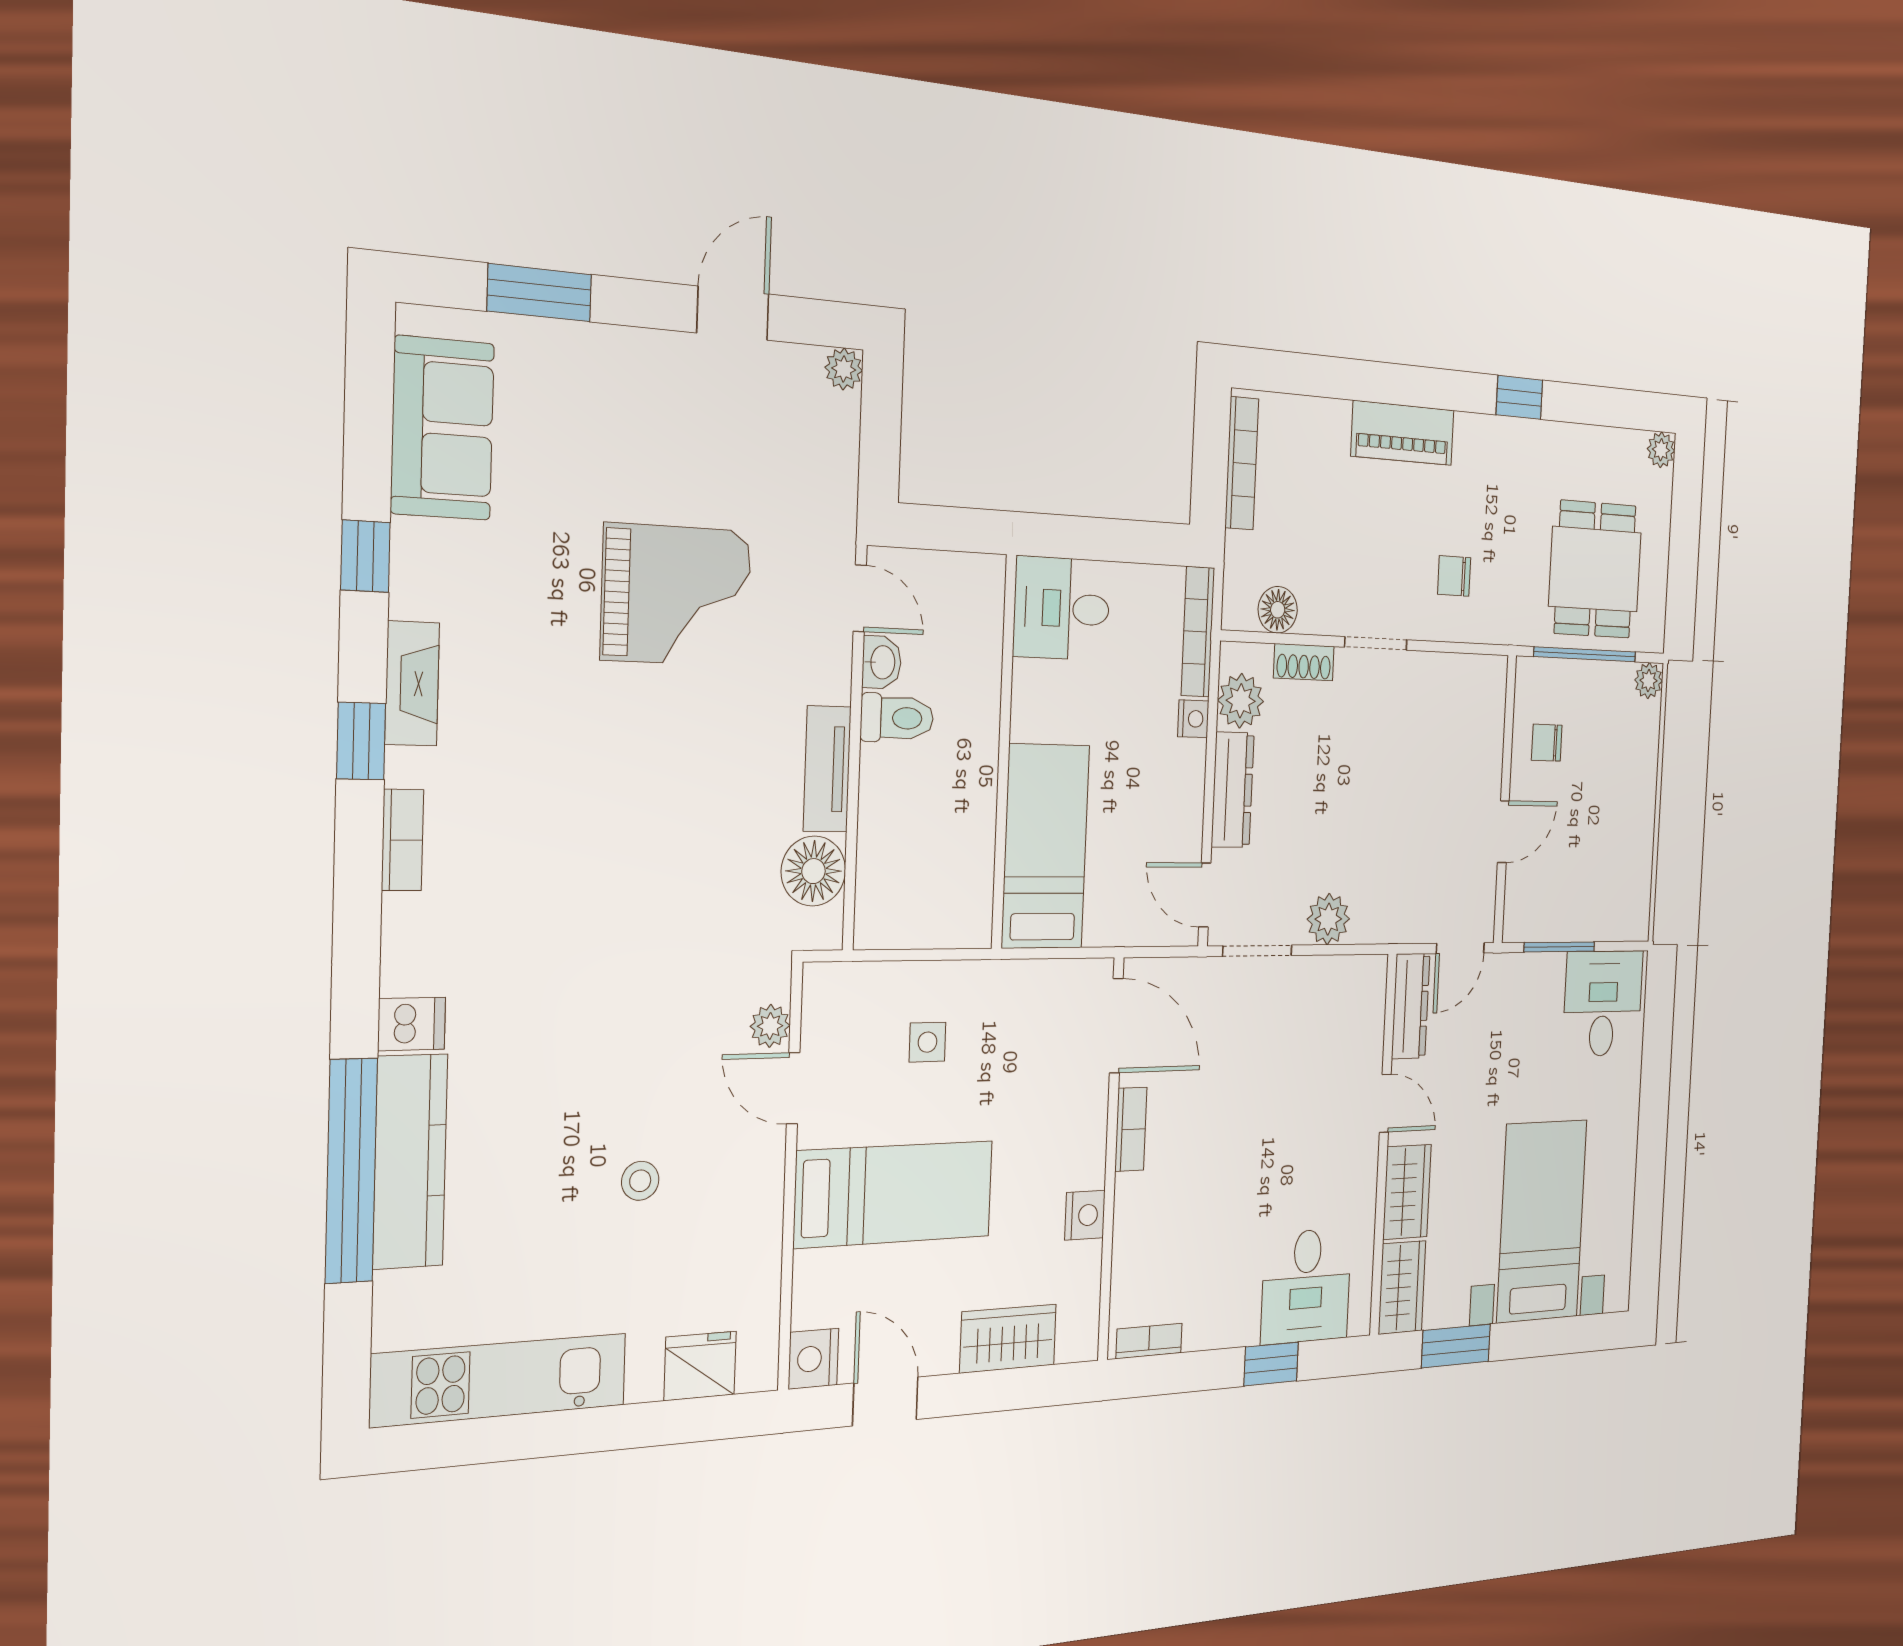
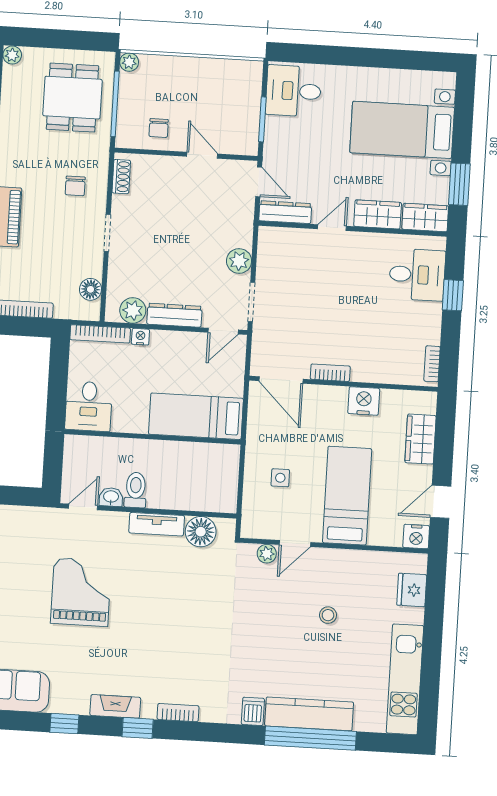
dining table: (1595, 569) -> (72, 98), turned 90
shoe rack: (1304, 662) -> (121, 177), moved
door: (1116, 1026) -> (281, 380), swing flipped
nightstand: (1085, 1215) -> (364, 401), width x1.36, depth x1.33

